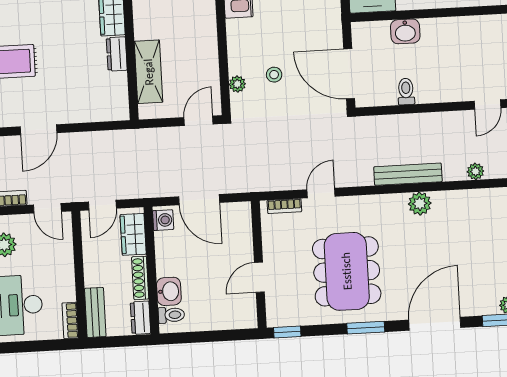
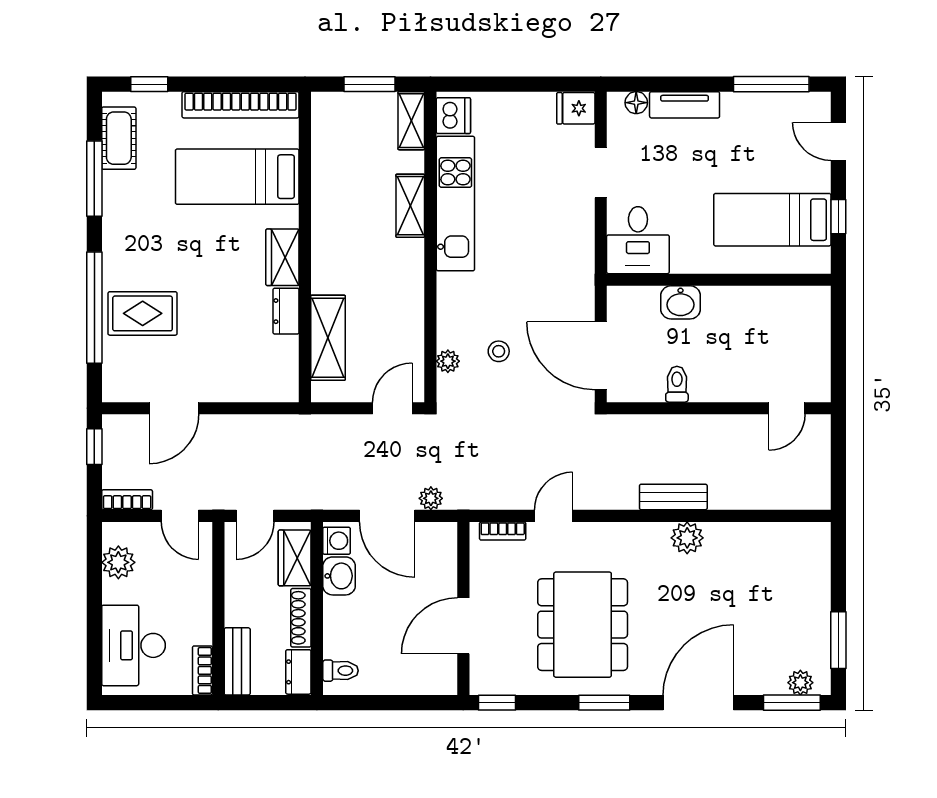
plant: (475, 171) -> (431, 498), moved
bench: (408, 174) -> (673, 497), width x0.73
door: (259, 277) -> (463, 626), width x1.38
washbasin: (169, 291) -> (339, 576), moved

